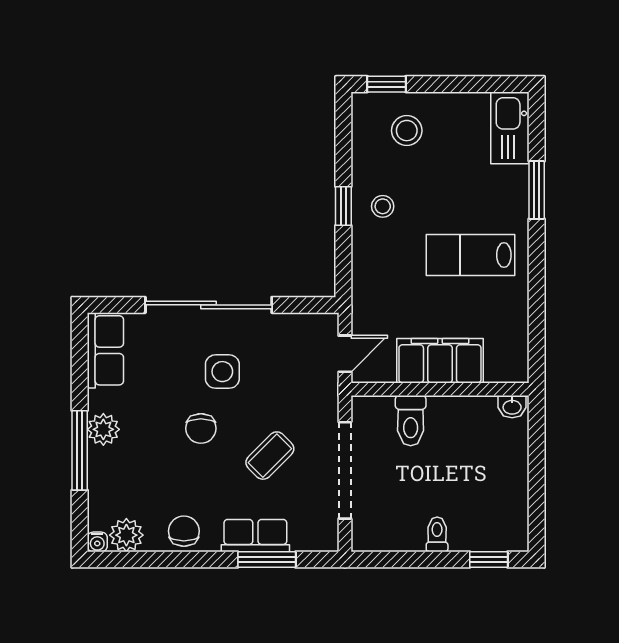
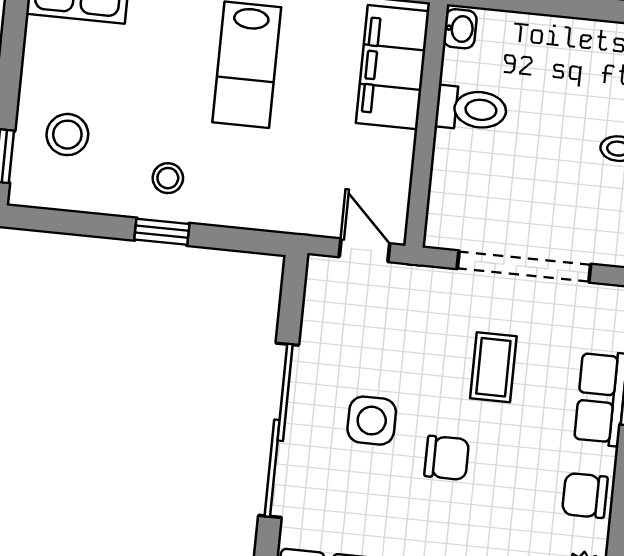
filing cabinet: (440, 361) -> (393, 67), moved
toilet: (411, 421) -> (471, 109), moved
coffee table: (270, 456) -> (493, 367), turned 45

